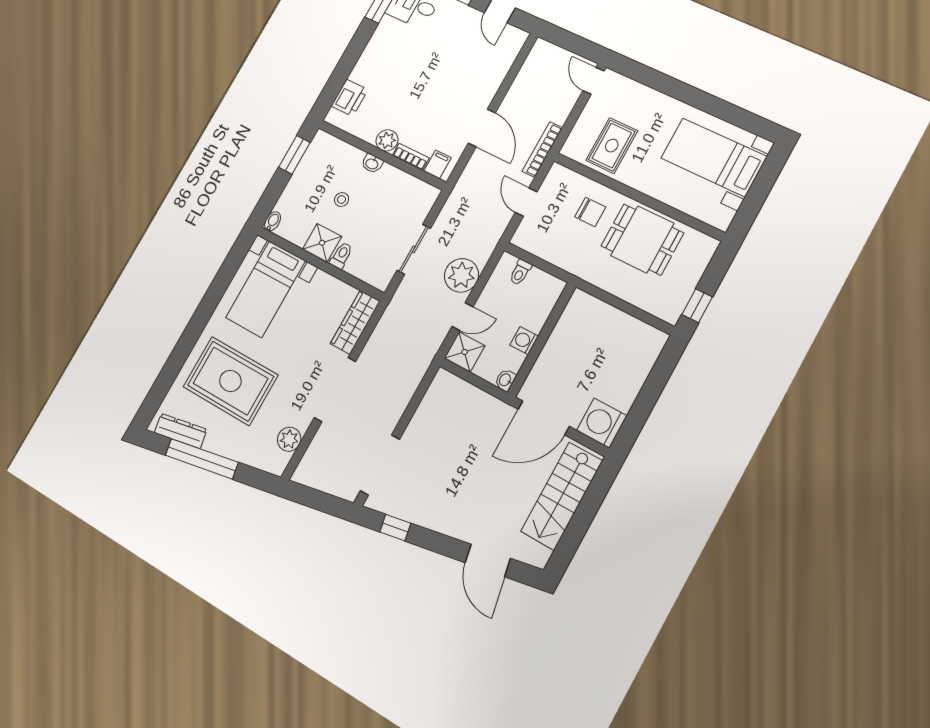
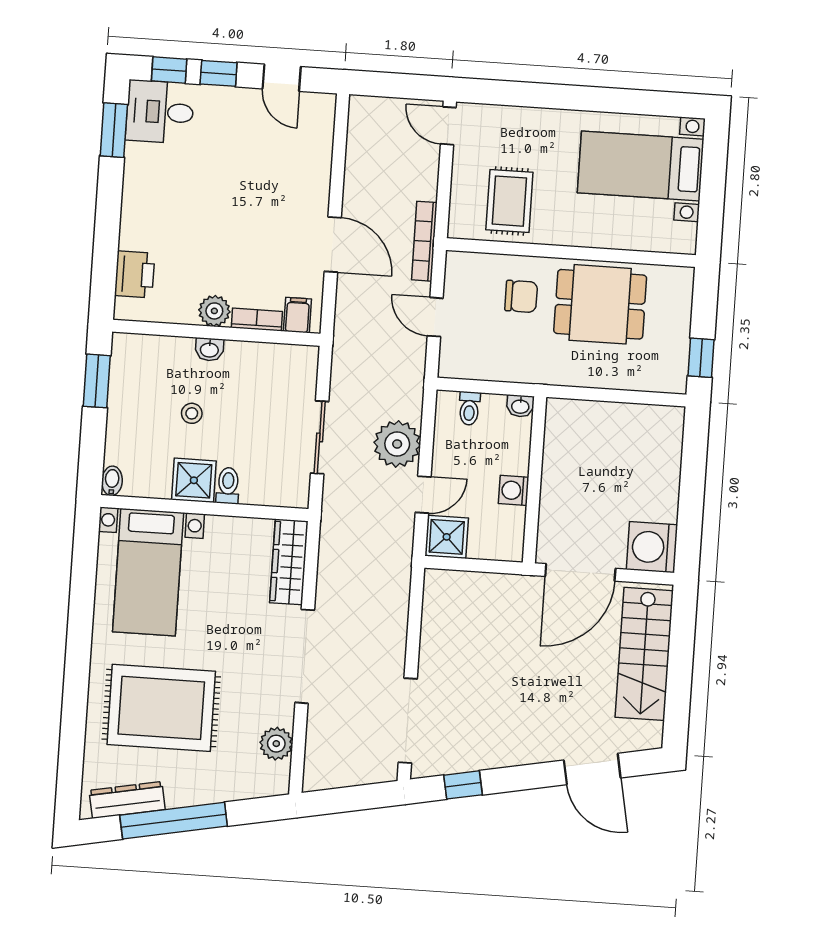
washbasin: (505, 380) -> (520, 406), moved, turned -90

